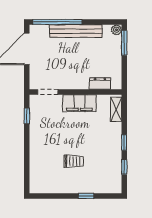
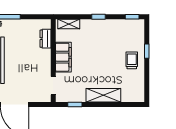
shelving: (37, 148) -> (103, 95), added
trolley: (74, 161) -> (132, 60), moved
window: (124, 167) -> (132, 17), moved

